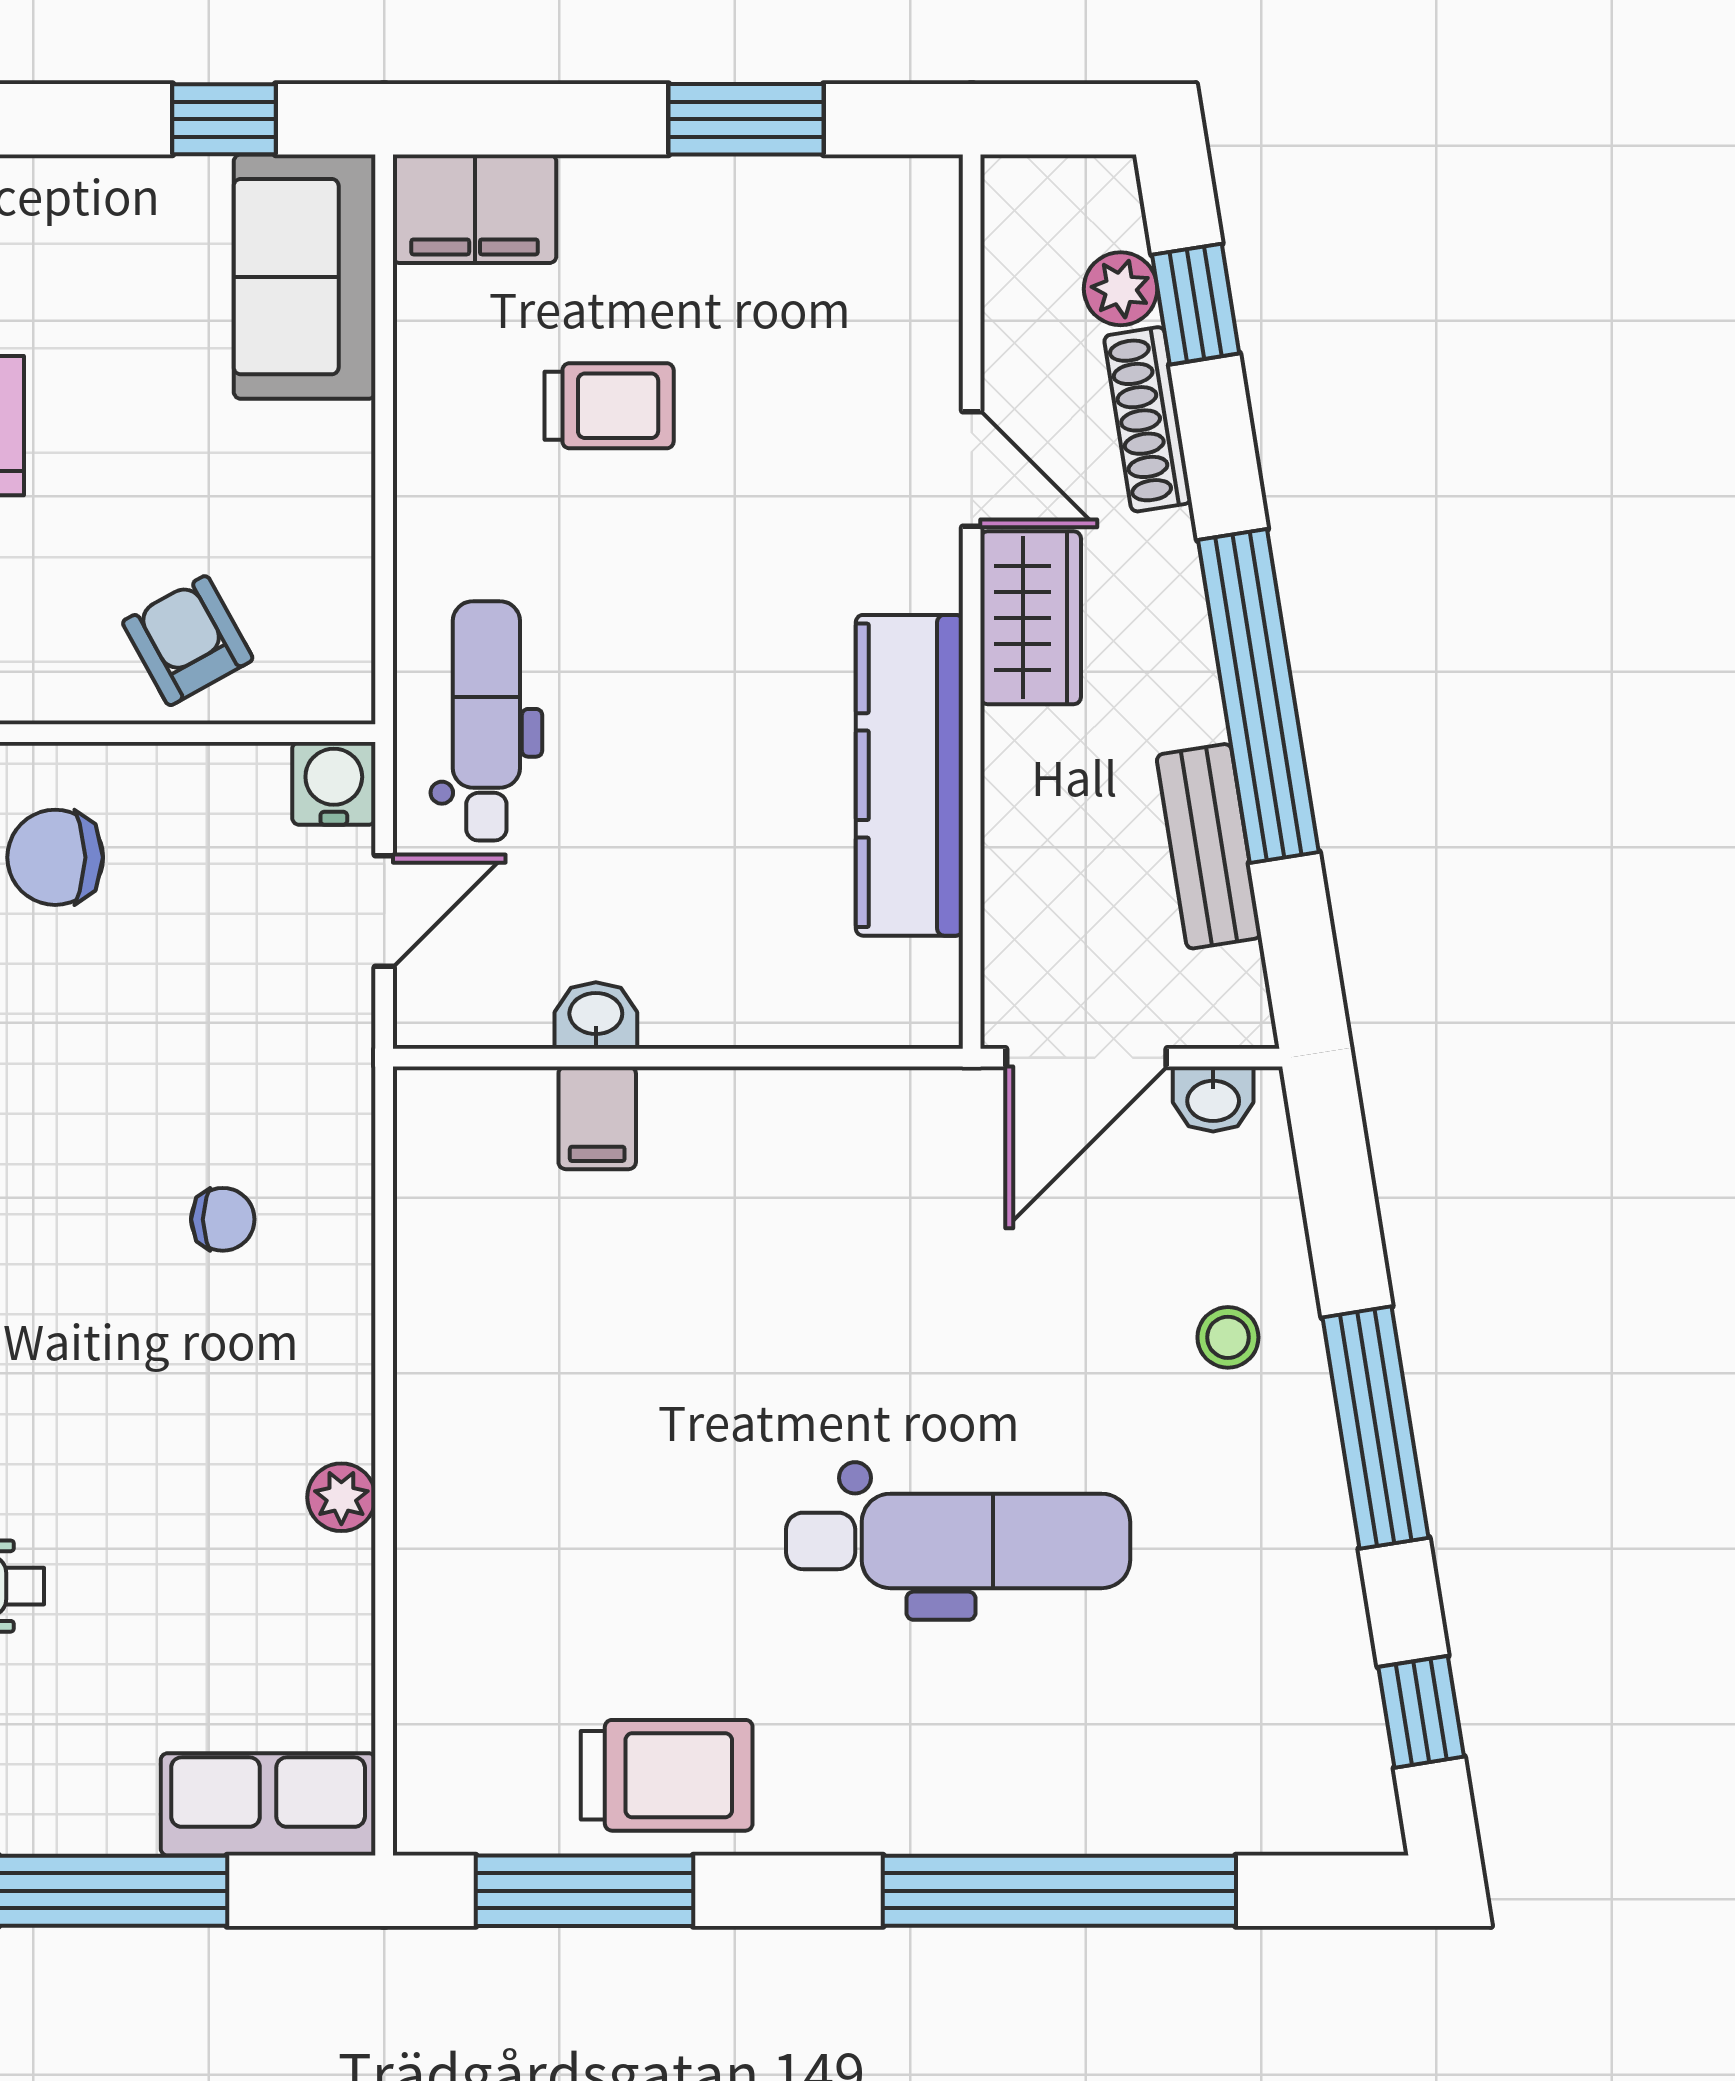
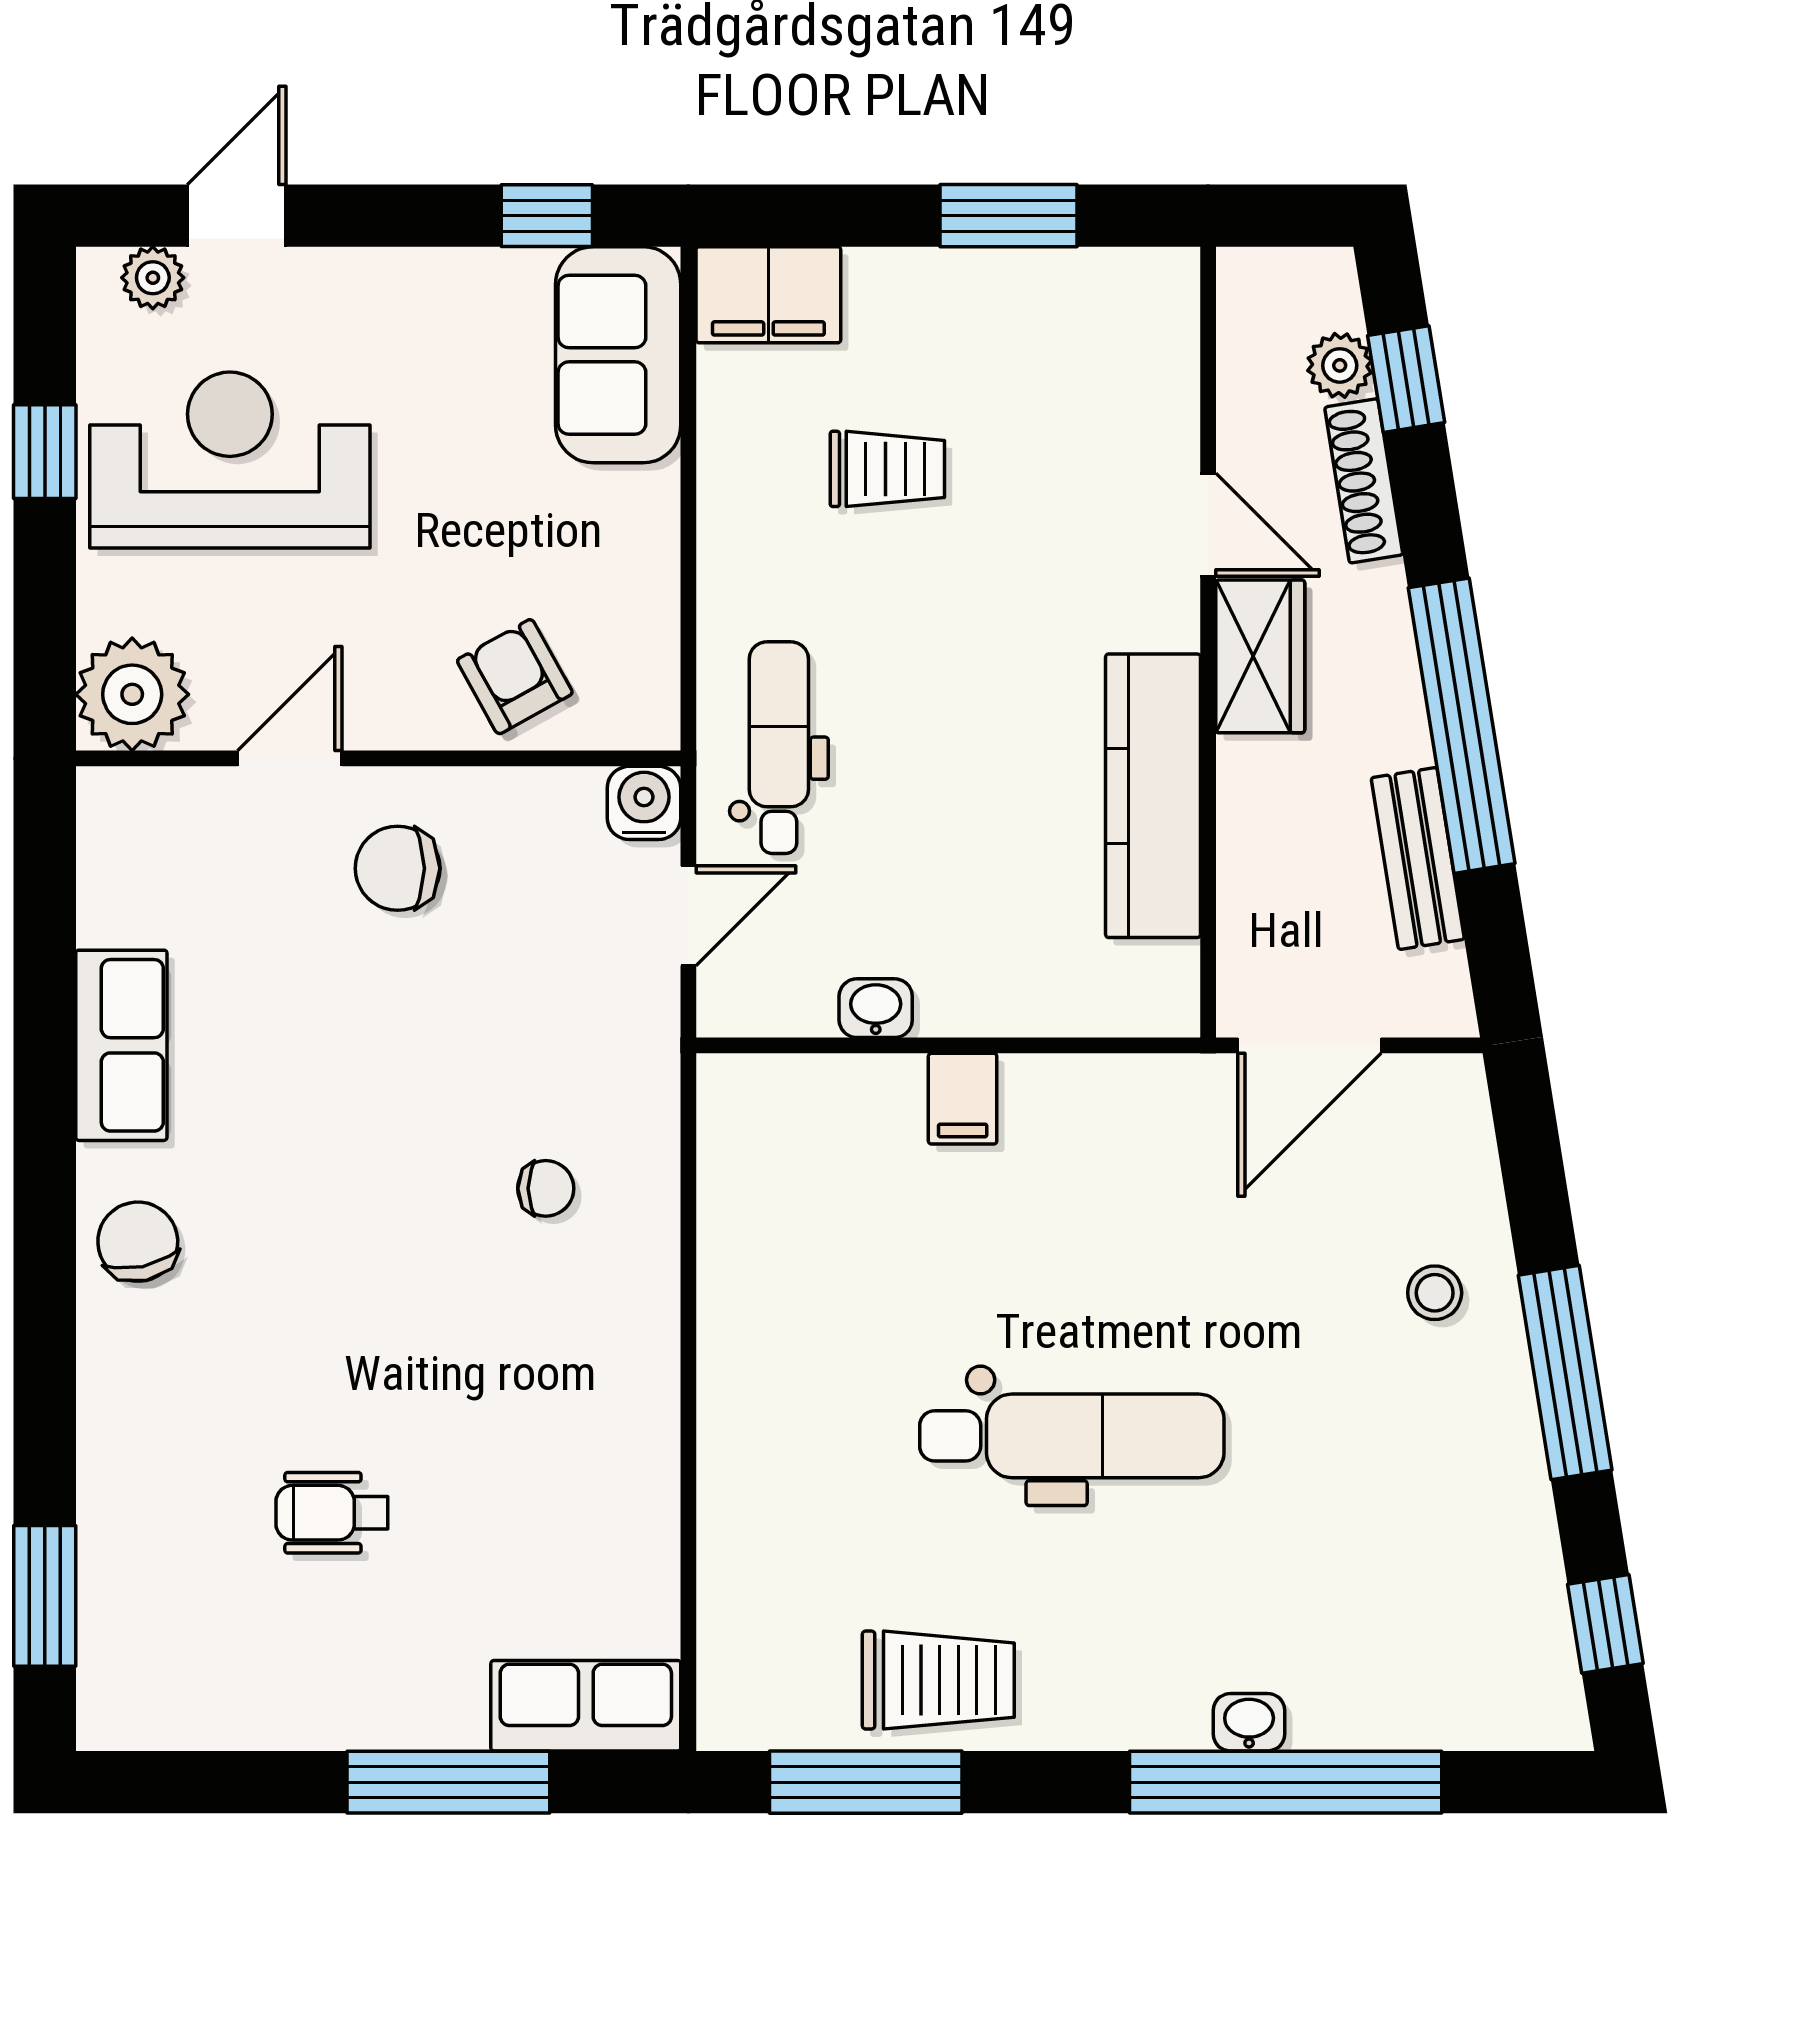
washbasin: (1213, 1099) -> (1249, 1722), moved, turned 180
filing cabinet: (597, 1118) -> (963, 1099), moved
plant: (341, 1497) -> (651, 1434), removed
dental chair: (958, 1541) -> (1072, 1436), moved

